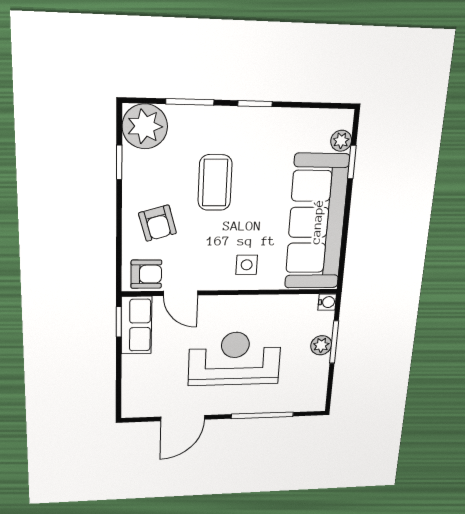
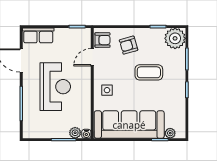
armchair: (146, 274) -> (102, 40), turned -90
row of seats: (136, 325) -> (38, 35), moved
plant: (321, 345) -> (75, 133), moved

